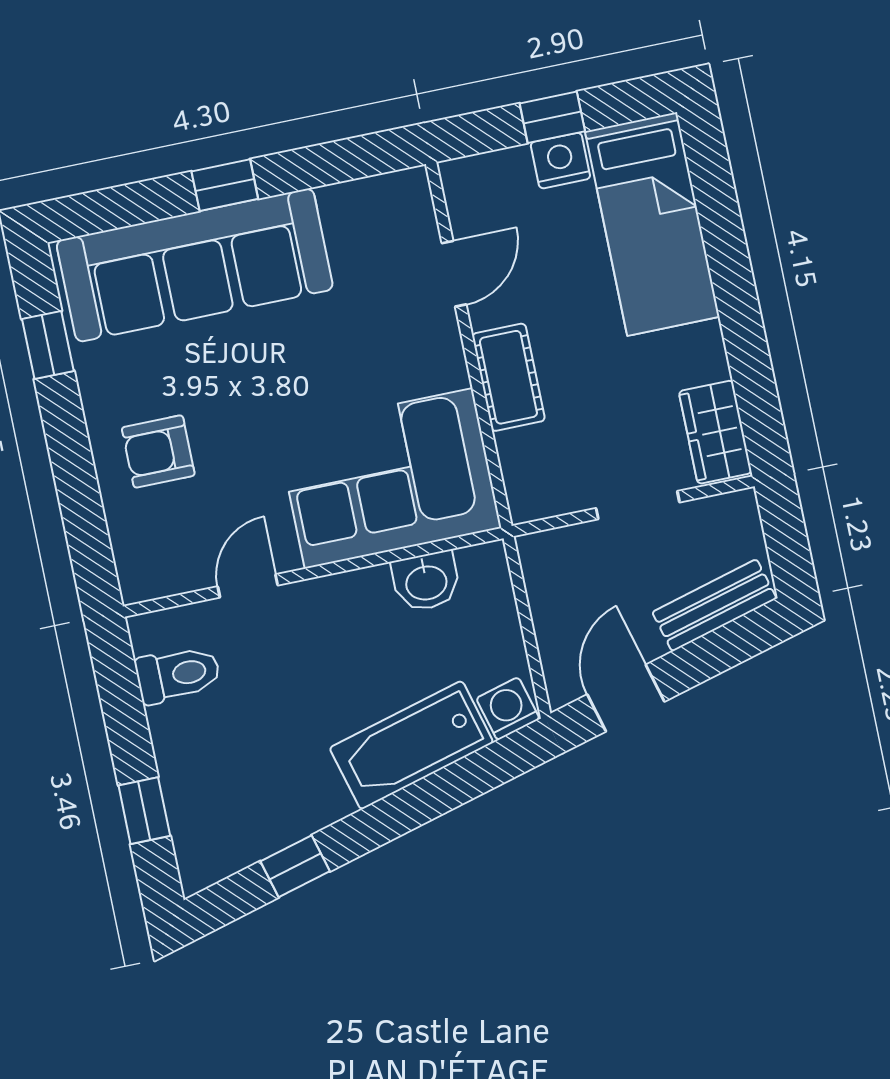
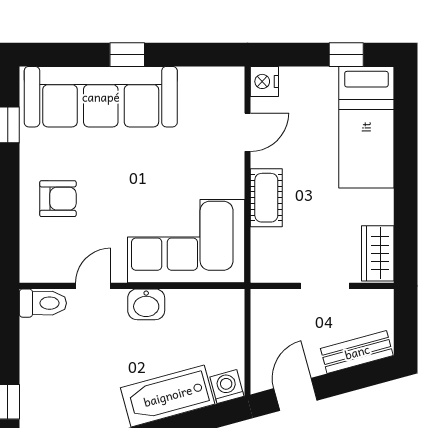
window: (552, 117) -> (346, 55), moved
nightstand: (560, 161) -> (264, 81), moved, turned -90
armchair: (158, 451) -> (58, 199), turned 180
washbasin: (426, 581) -> (146, 304), moved
toilet: (178, 674) -> (43, 303), moved

